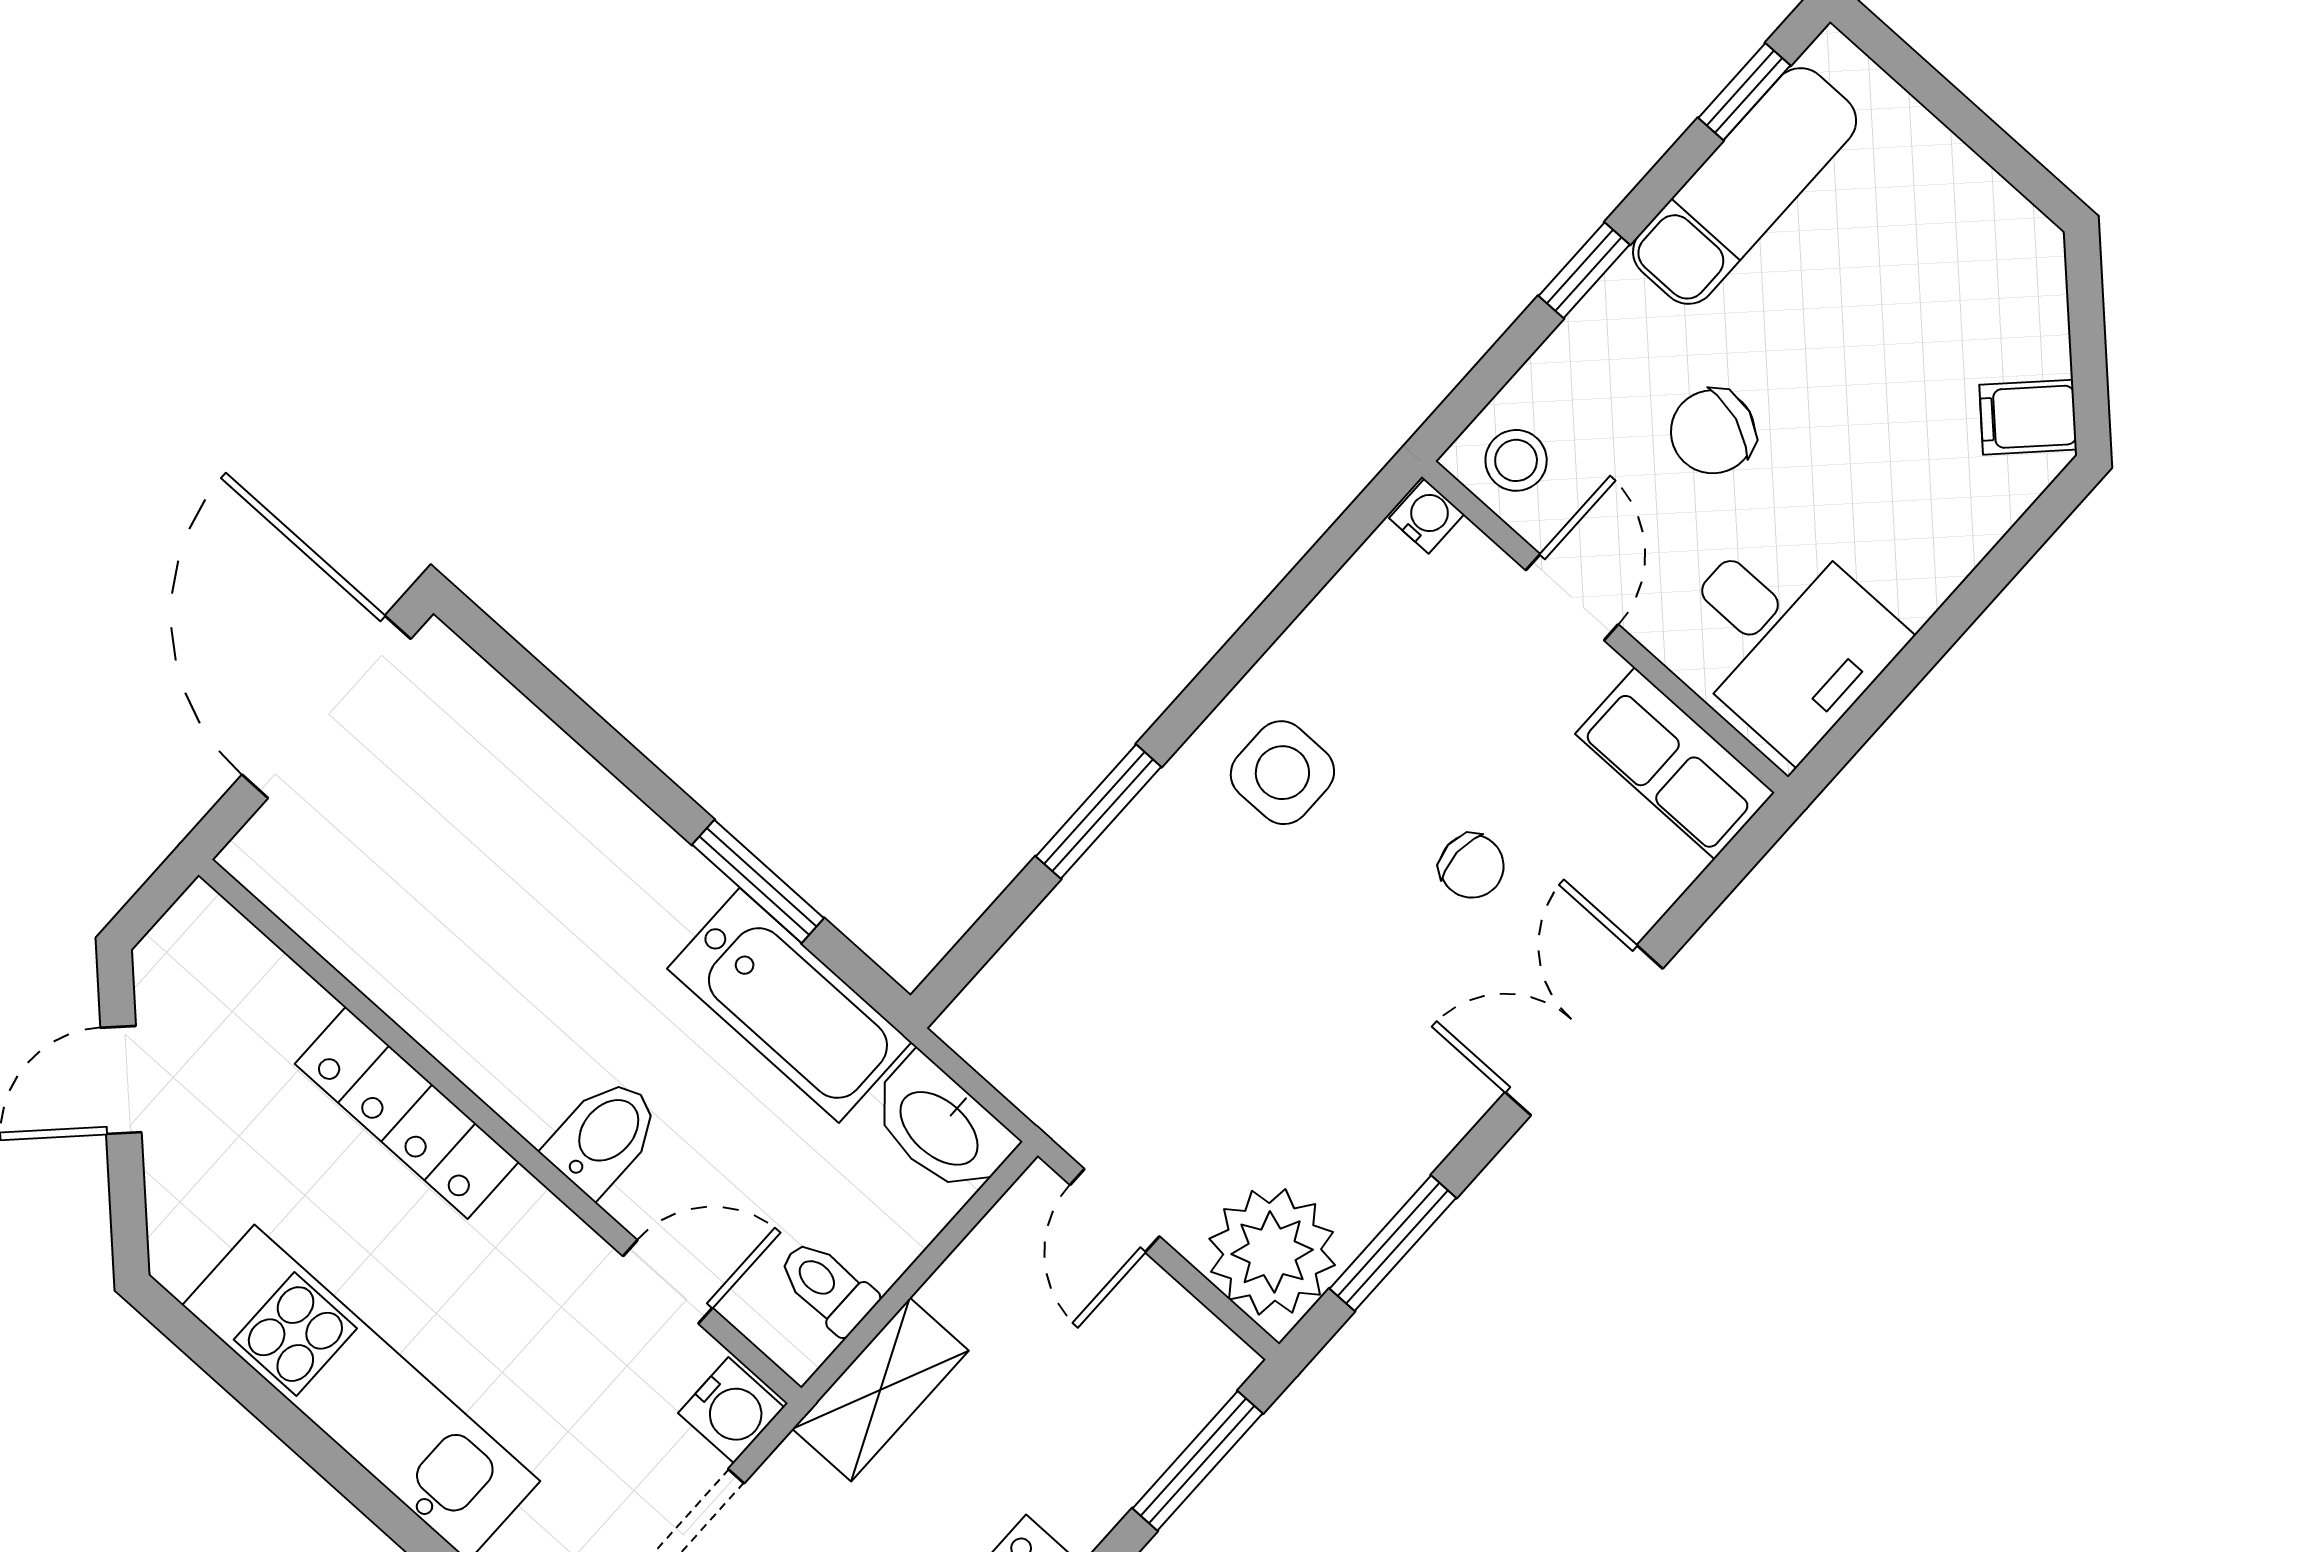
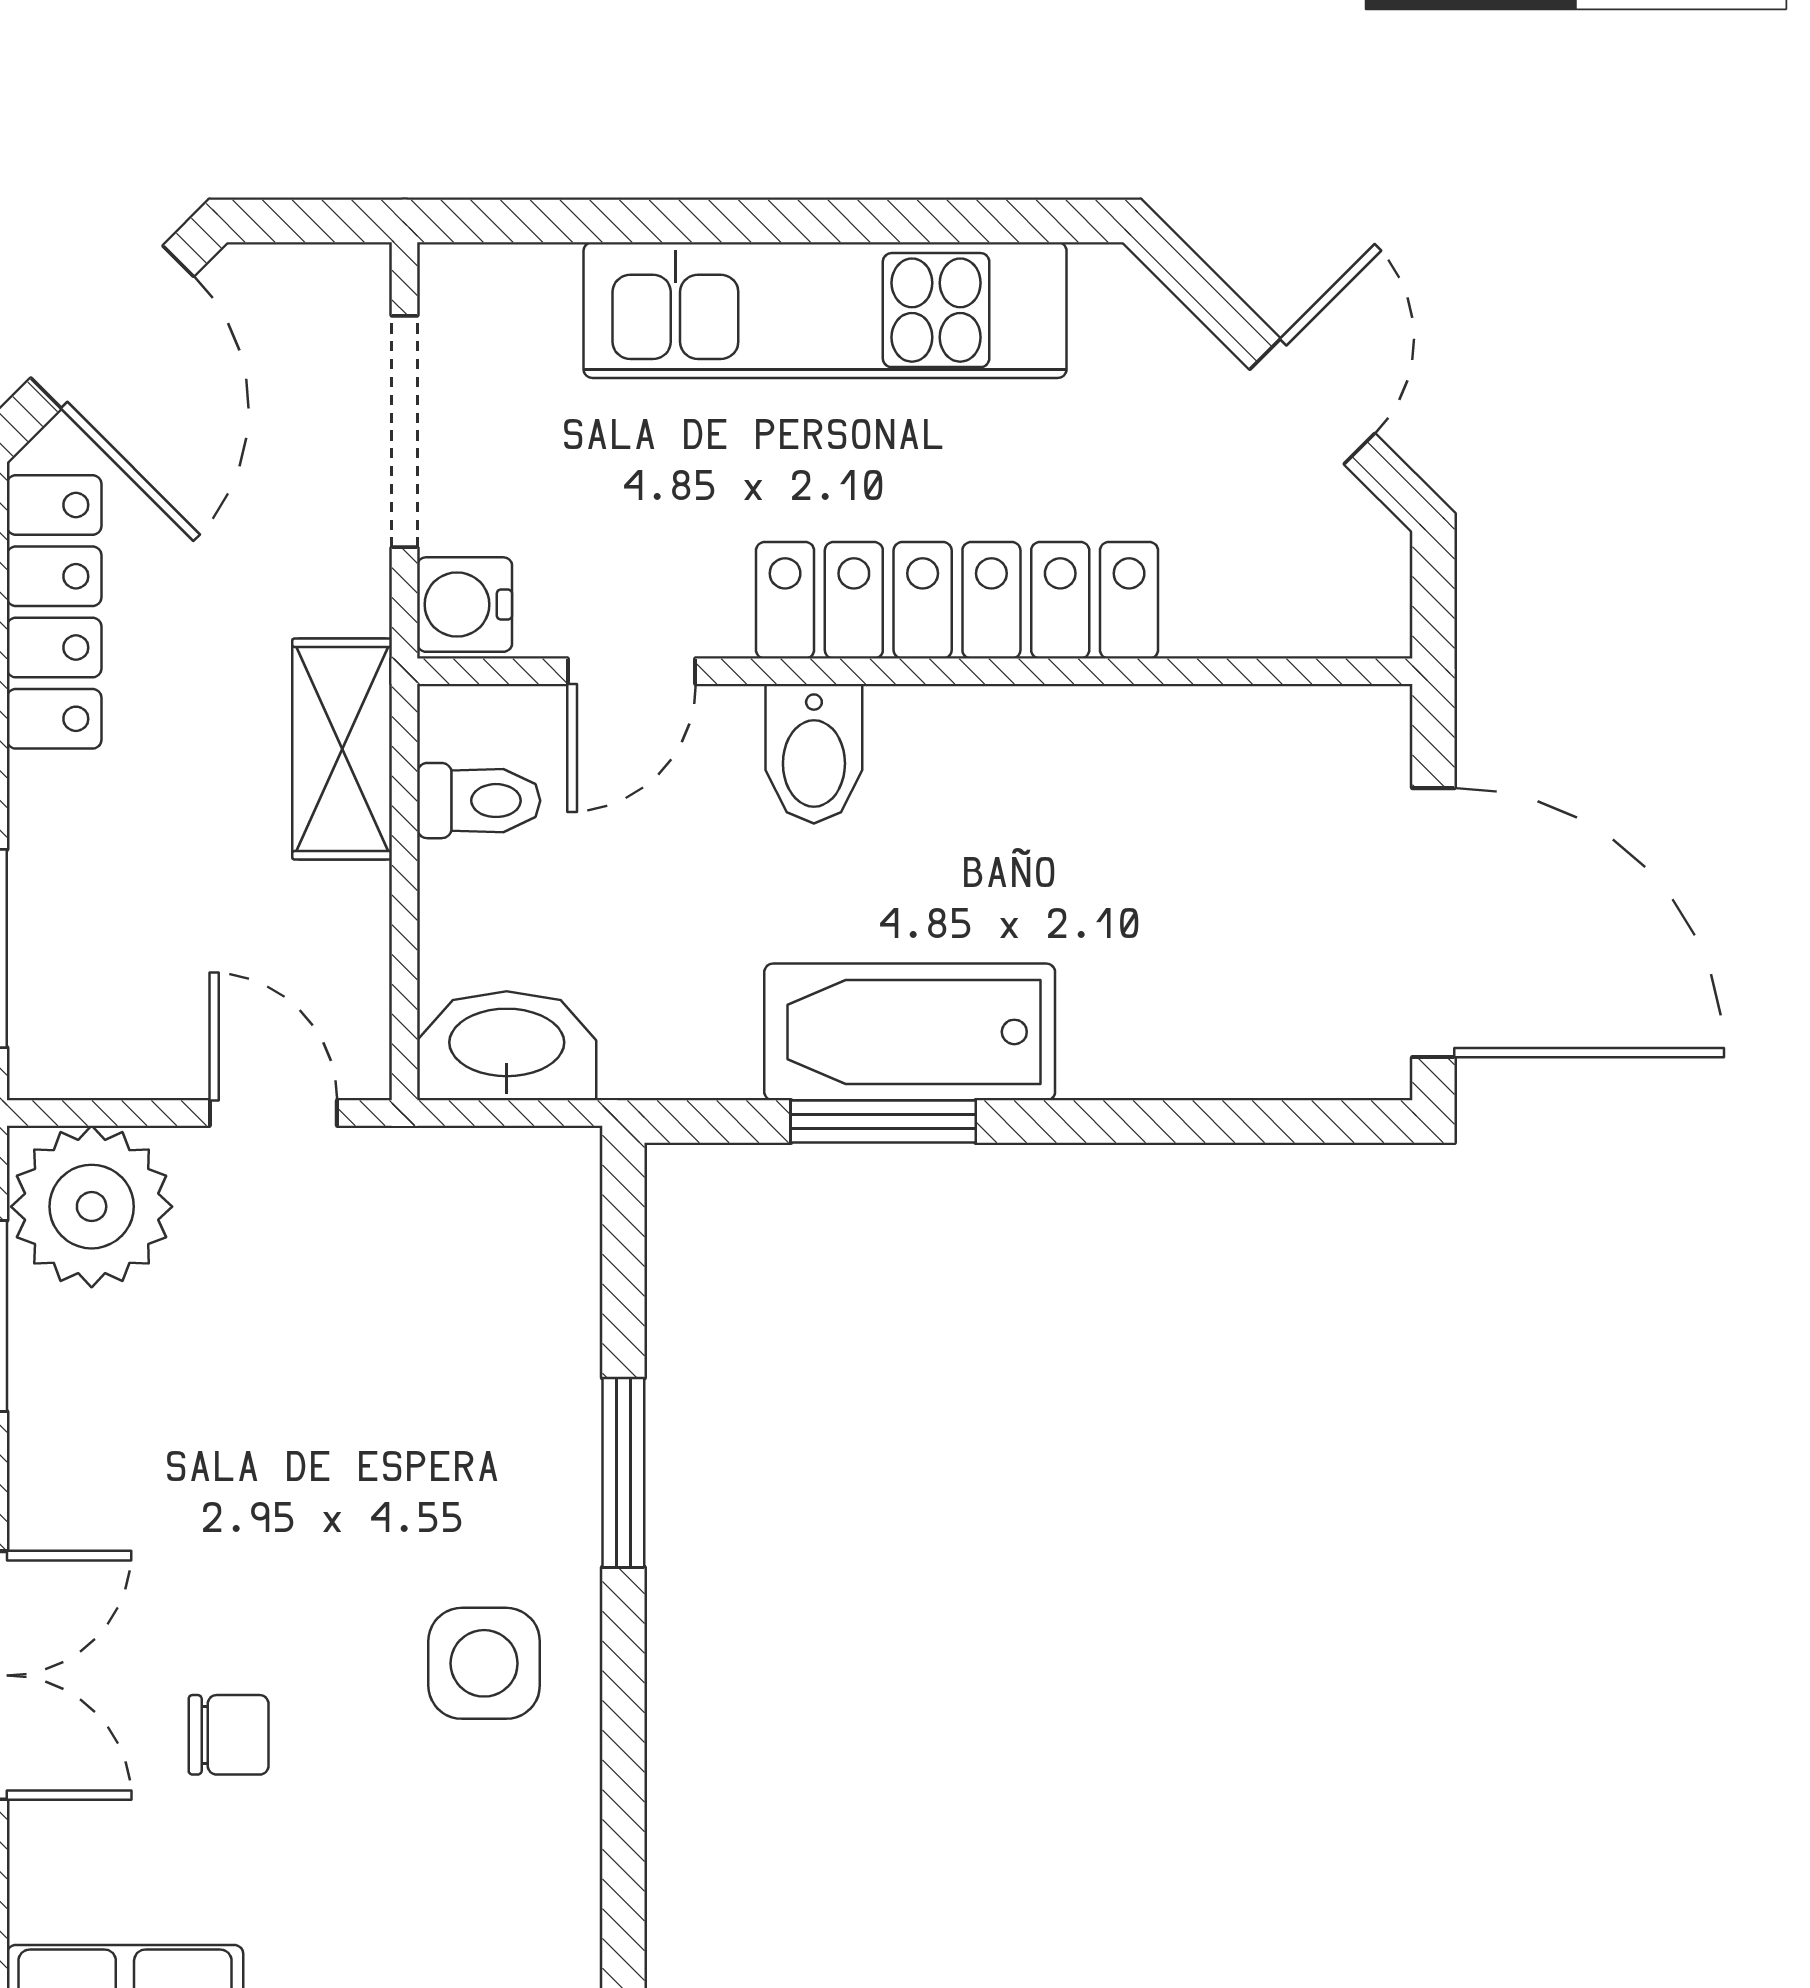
chair: (1472, 866) -> (229, 1735), turned 180
bathtub: (789, 1005) -> (910, 1032), moved
locker: (407, 1113) -> (957, 600), width x1.41, depth x1.21

